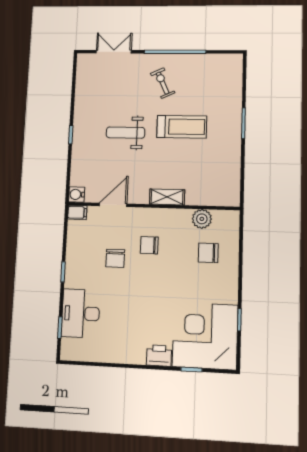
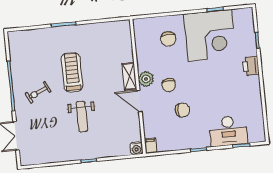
door: (113, 205) -> (139, 101), moved
plant: (202, 219) -> (146, 79), moved
corner desk: (205, 336) -> (210, 35), moved, turned -90

